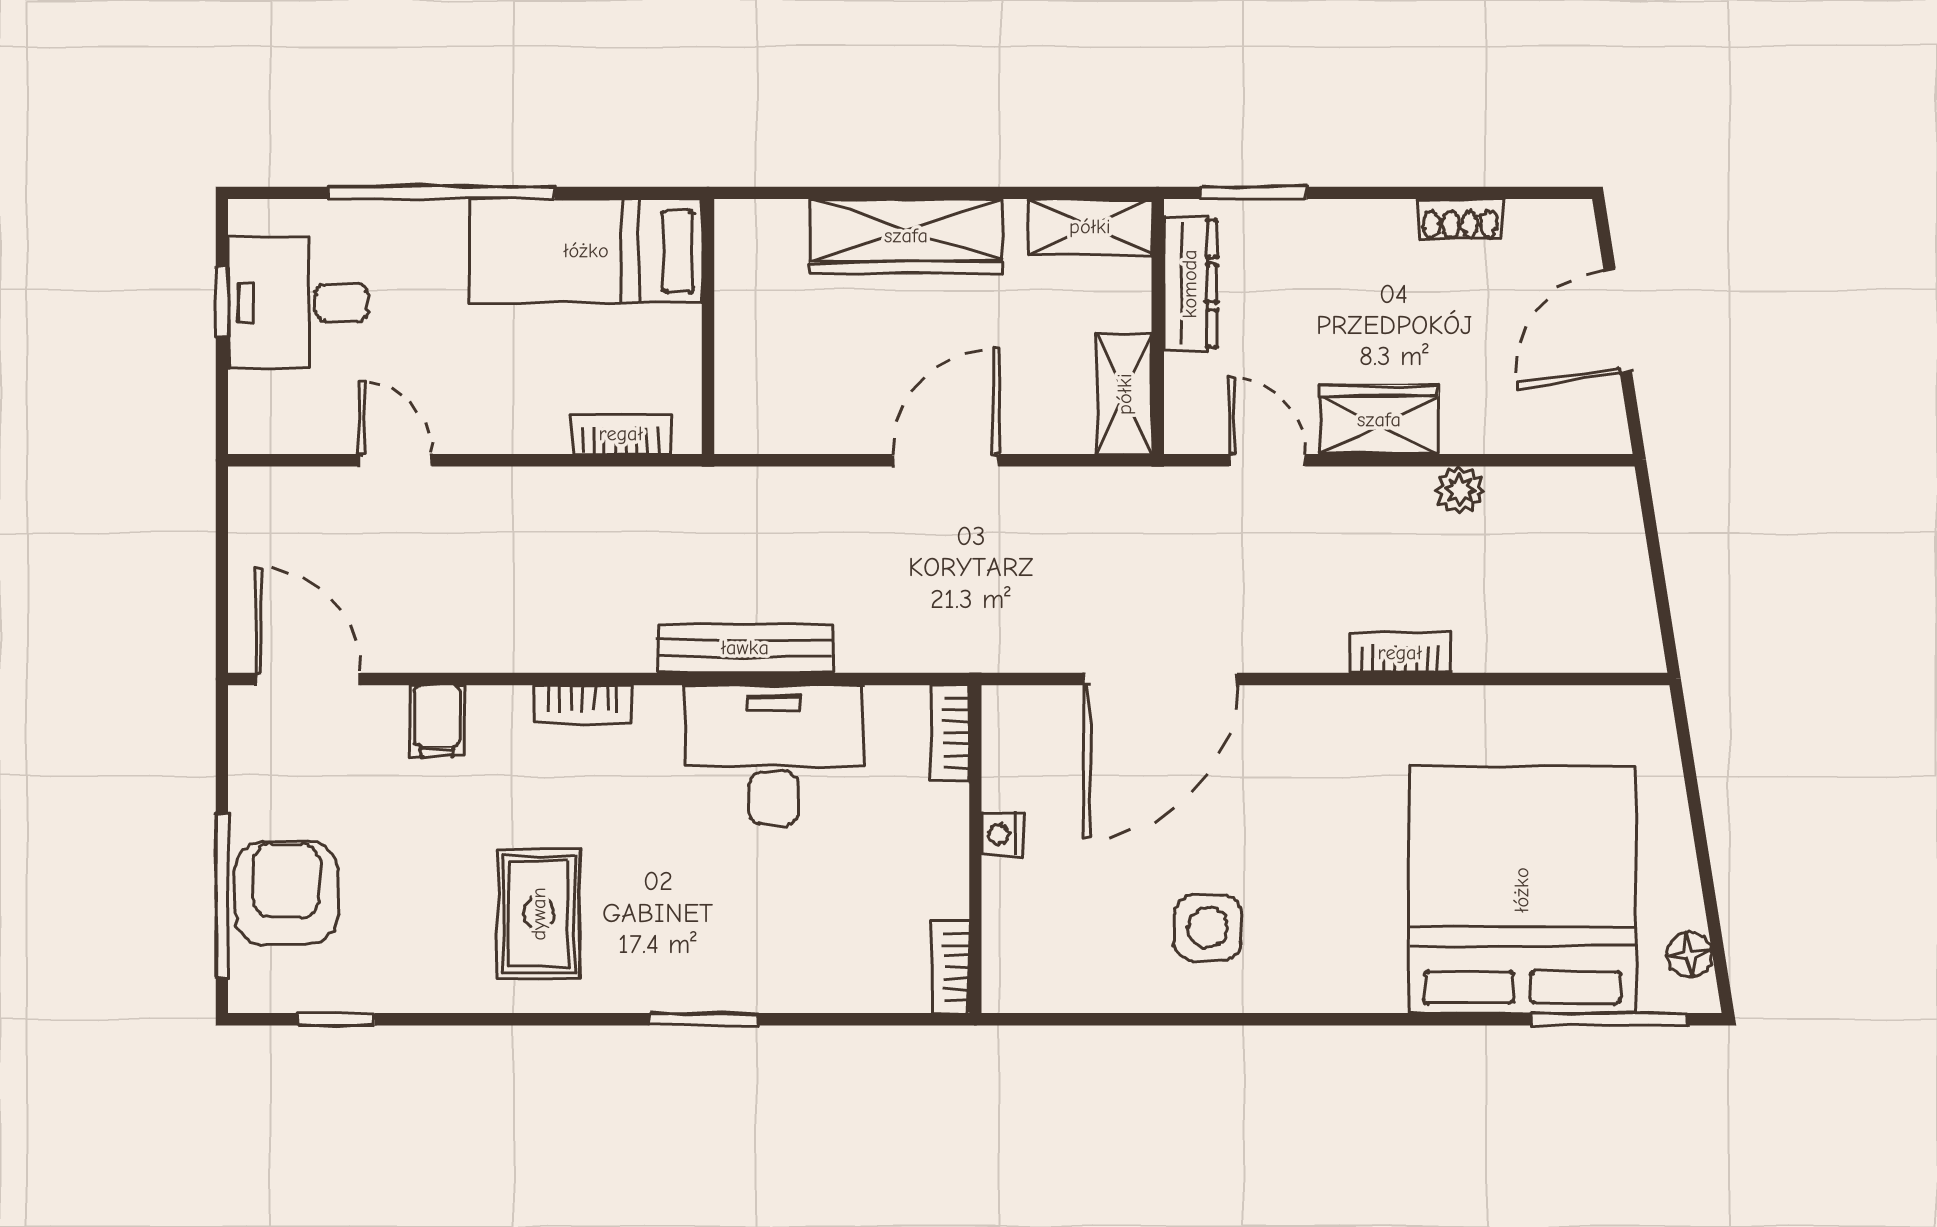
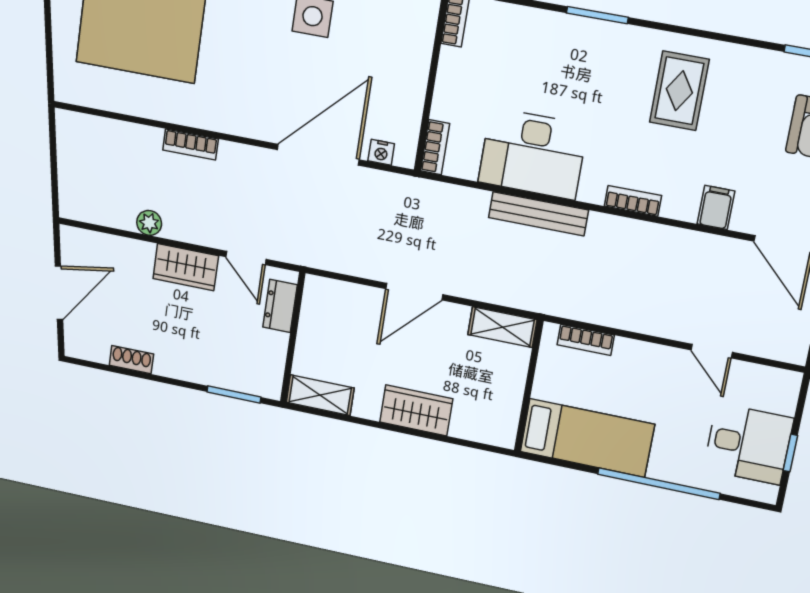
wardrobe: (906, 236) -> (416, 410), width x0.67
dresser: (1190, 284) -> (280, 306), moved, width x0.70
shelving: (1125, 394) -> (502, 327), moved, turned 90
nightstand: (1002, 834) -> (381, 152), moved, turned 90

